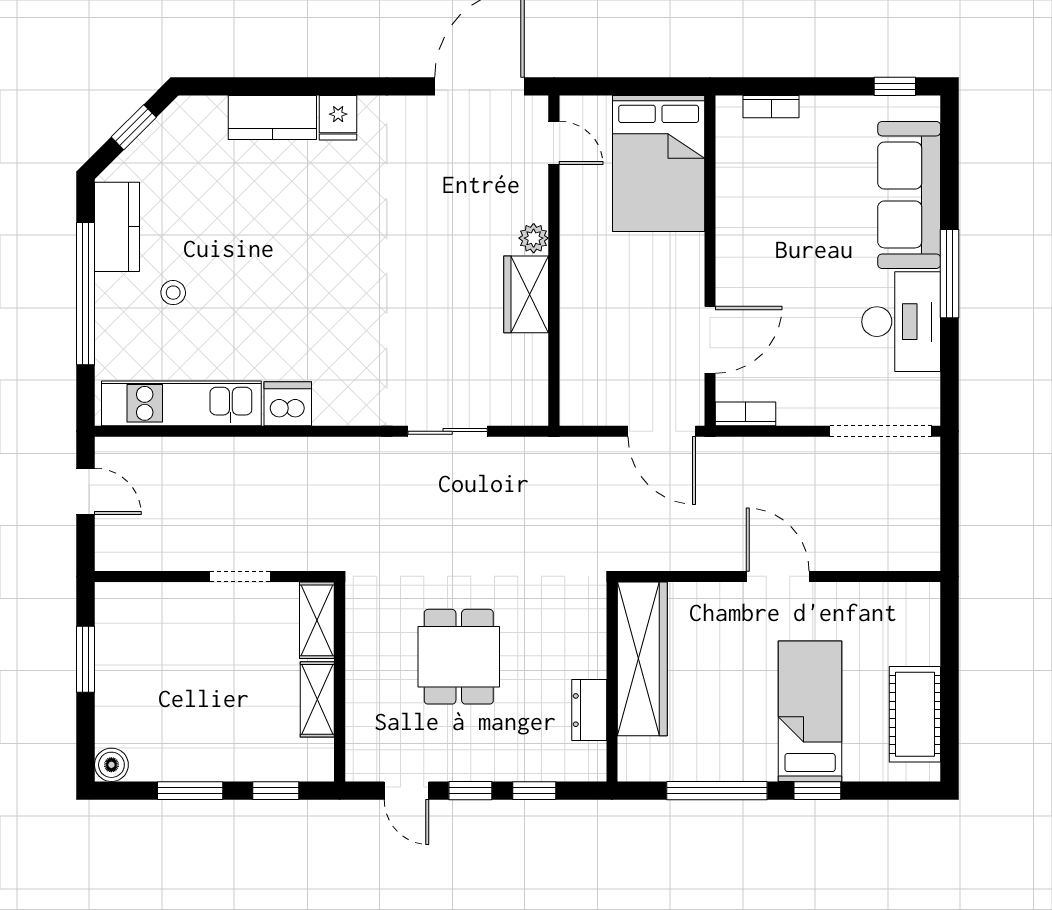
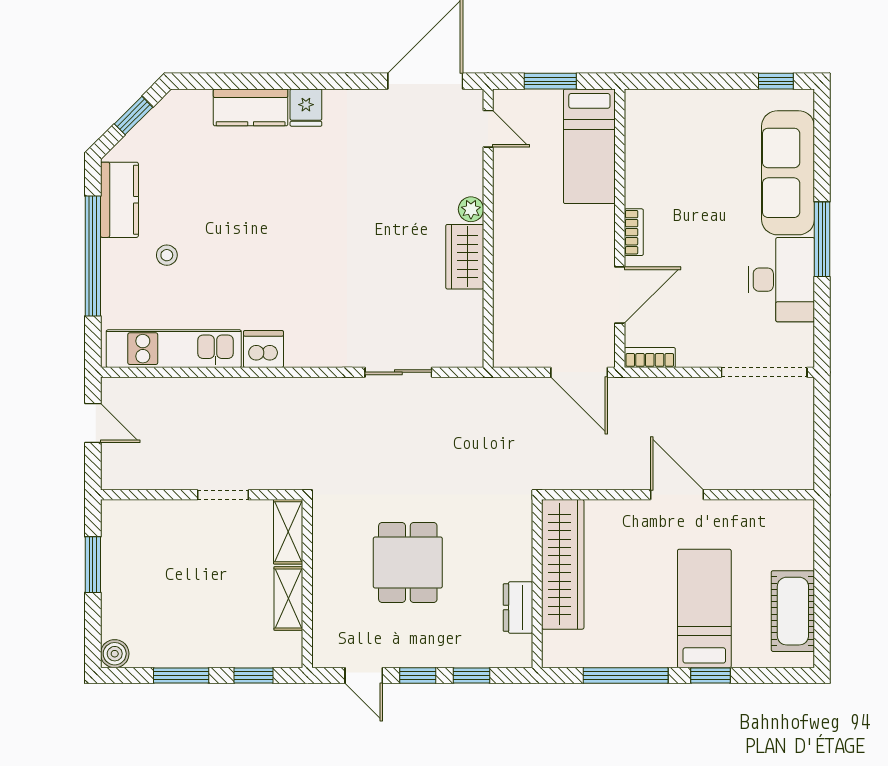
window: (627, 86) -> (550, 81), added
bookcase: (771, 107) -> (634, 232), moved, turned -90
bed: (659, 164) -> (589, 146), width x0.67

